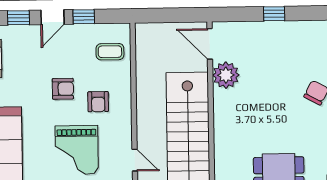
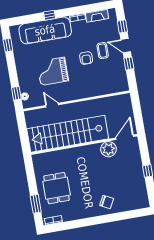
coffee table: (110, 52) -> (103, 51), moved
armchair: (98, 102) -> (82, 79), removed
door: (135, 160) -> (52, 105), swing flipped

